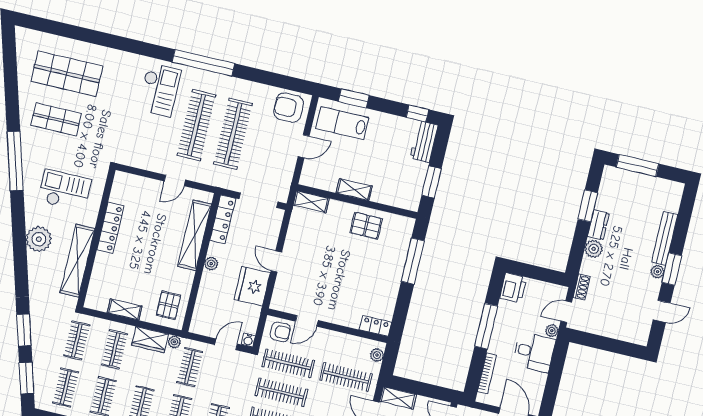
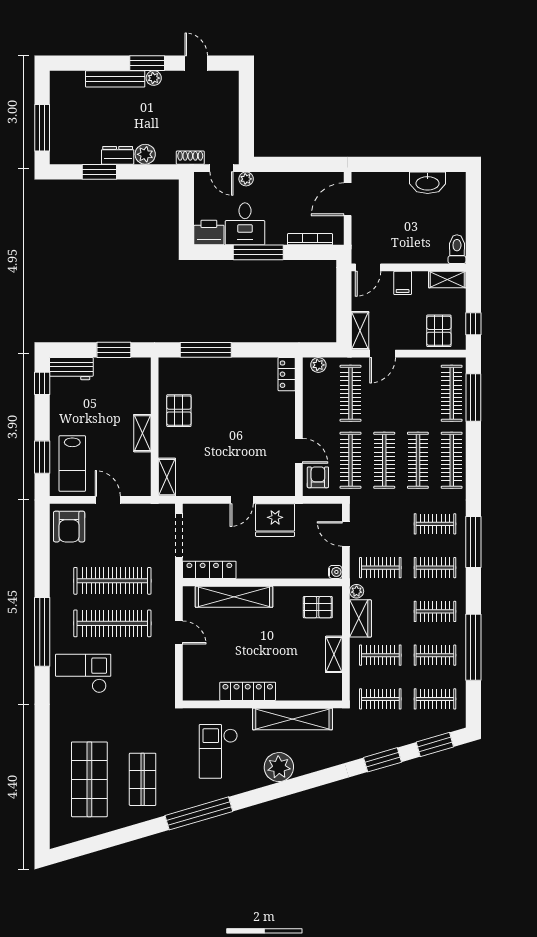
plant: (211, 264) -> (261, 571), removed
water cooler: (248, 340) -> (335, 572), moved
desk: (534, 352) -> (245, 224), moved, turned 180

